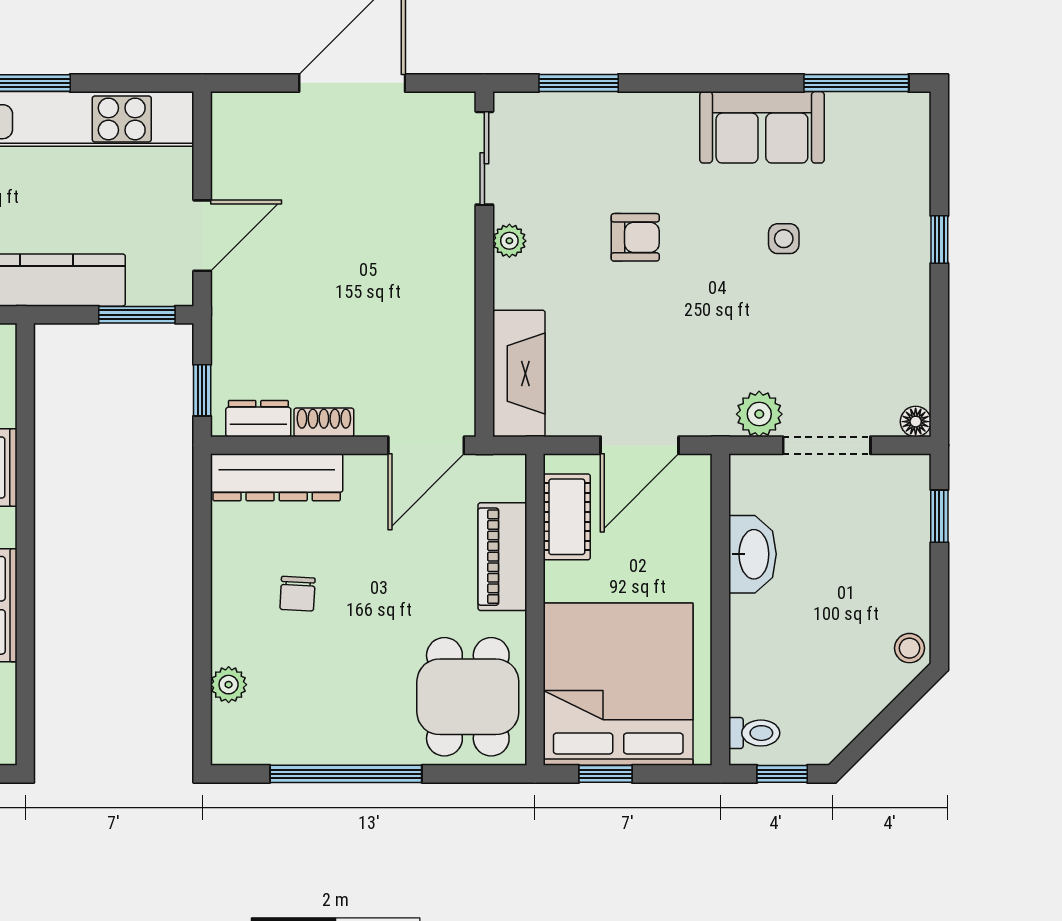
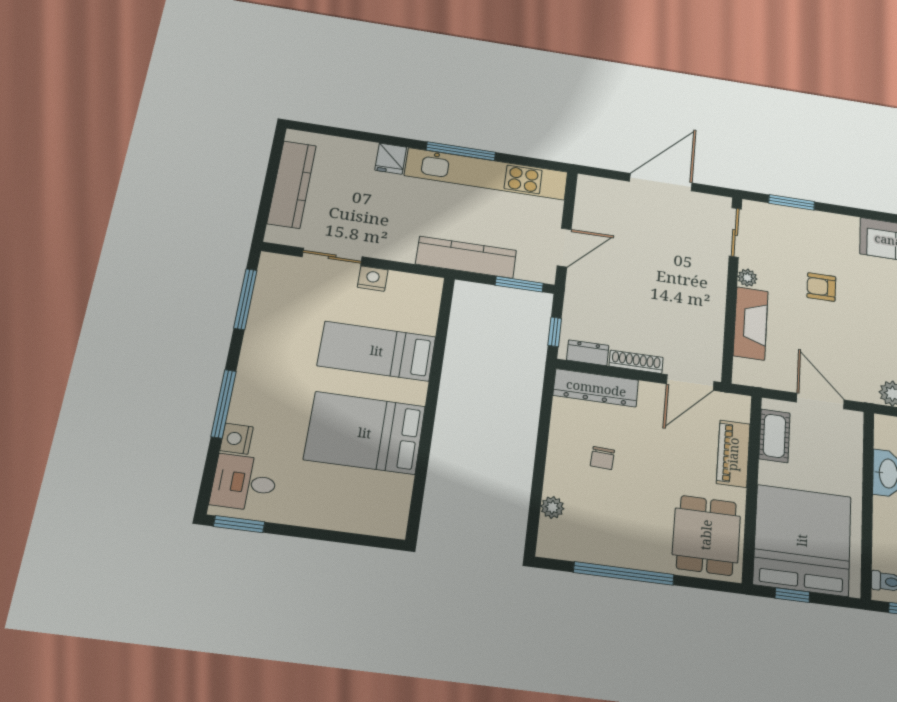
armchair: (635, 237) -> (821, 287), turned 180
fireplace: (519, 373) -> (751, 323), moved
shoe rack: (324, 422) -> (636, 362), width x1.43
door: (640, 445) -> (820, 401), swing flipped

